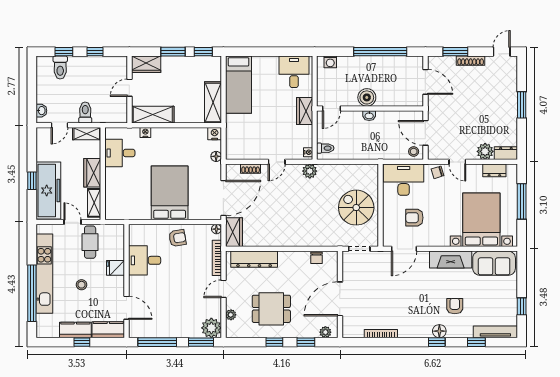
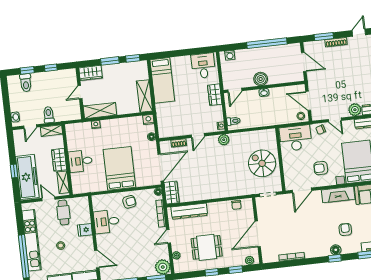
desk: (120, 153) -> (80, 161), moved
armchair: (414, 218) -> (321, 168), moved

